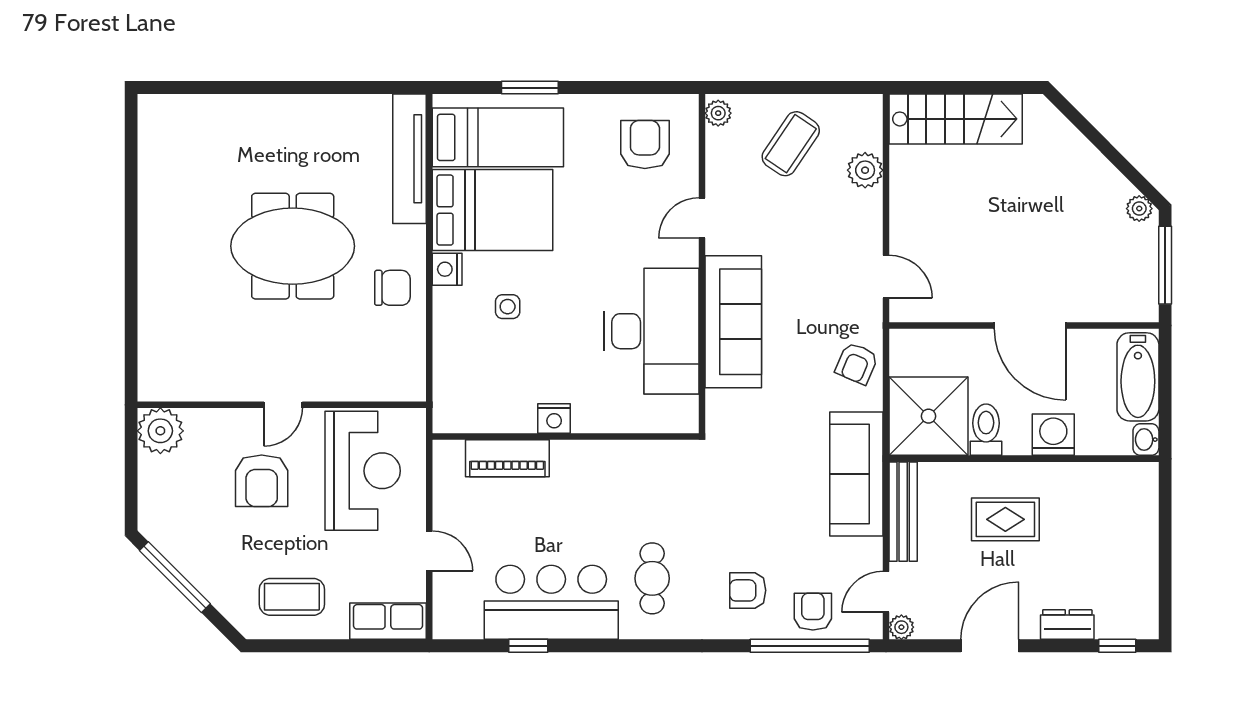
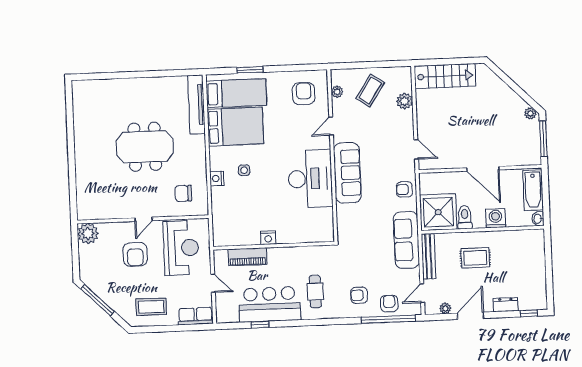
plant: (718, 113) -> (337, 92), moved
nightstand: (447, 269) -> (217, 178), moved
chair: (392, 288) -> (183, 193), moved, turned 180
armchair: (857, 363) -> (404, 189), turned 67
nightstand: (554, 418) -> (268, 238), moved
wall: (566, 436) -> (274, 246), moved
piano: (507, 458) -> (248, 257), moved
plant: (901, 627) -> (445, 308), moved

